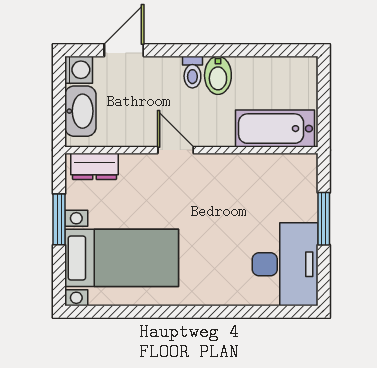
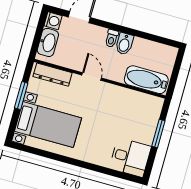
dresser: (95, 166) -> (53, 75), width x1.44
desk: (285, 264) -> (130, 157), width x0.73

